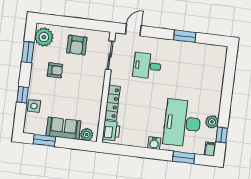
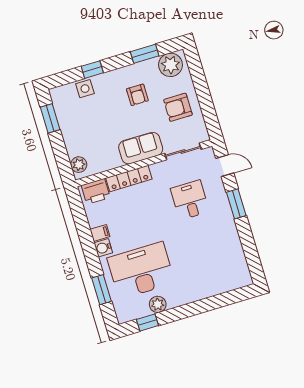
window: (185, 36) -> (236, 204), moved
sofa: (63, 128) -> (141, 148), moved, turned -90
filing cabinet: (210, 149) -> (100, 233), moved

